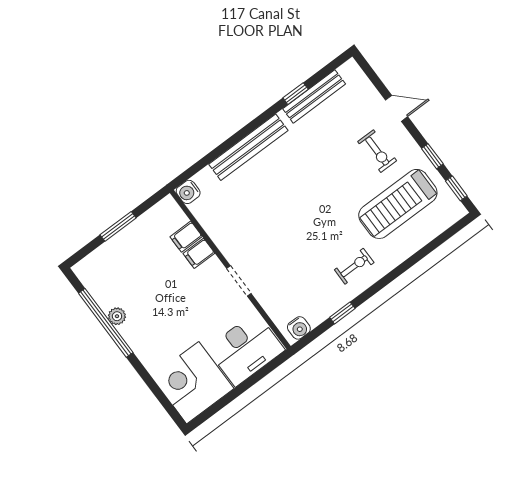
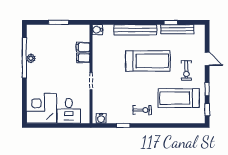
treadmill: (305, 182) -> (148, 61), added
desk: (246, 349) -> (69, 111), width x0.73

